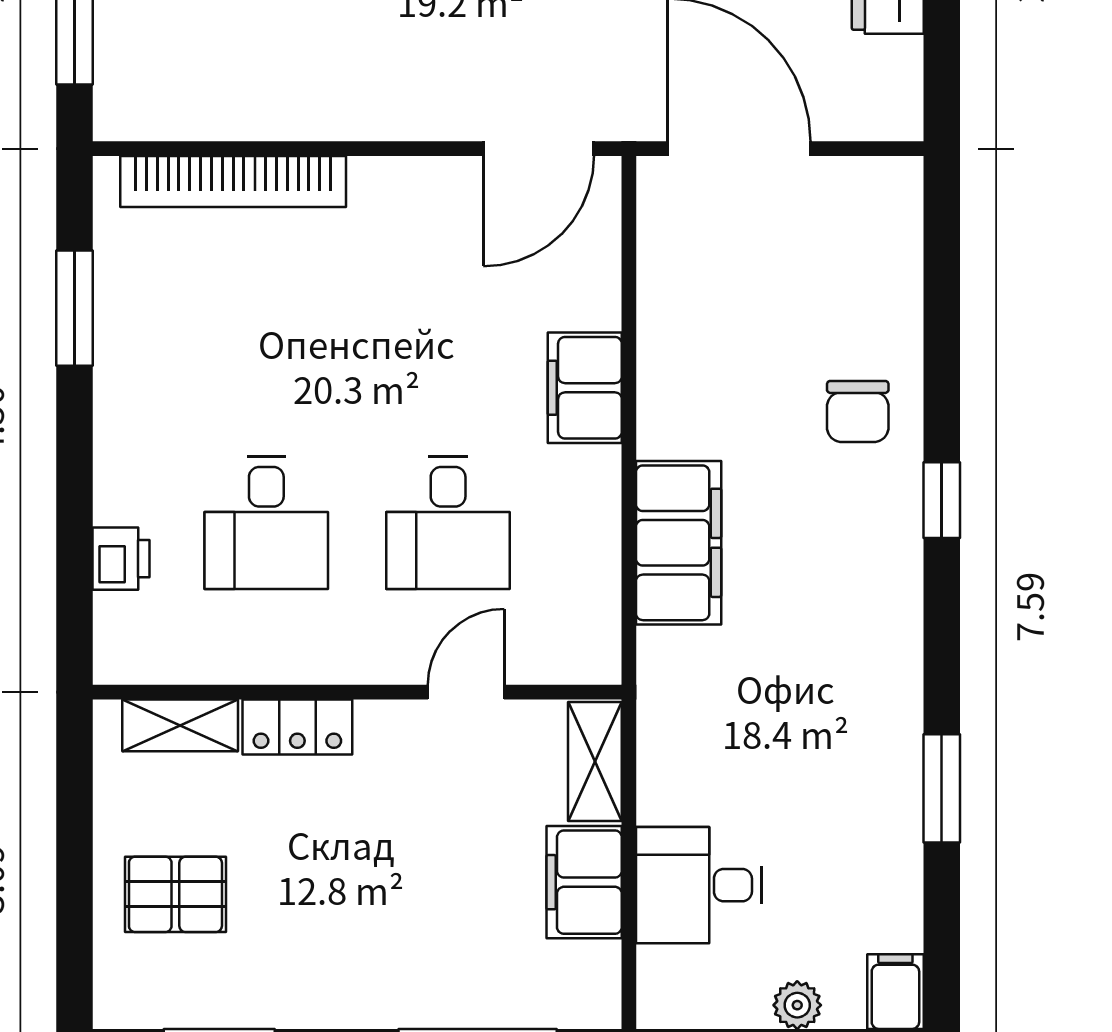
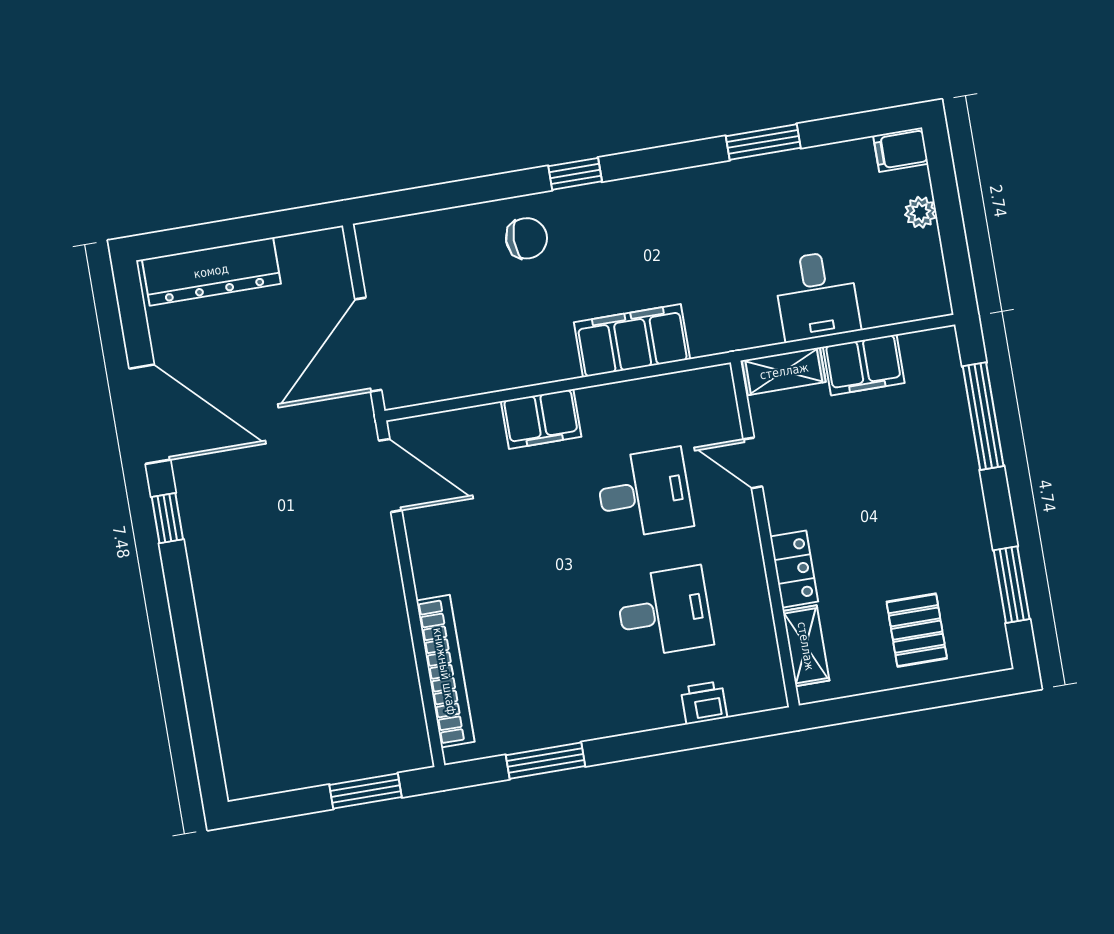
desk: (699, 885) -> (817, 296), moved

